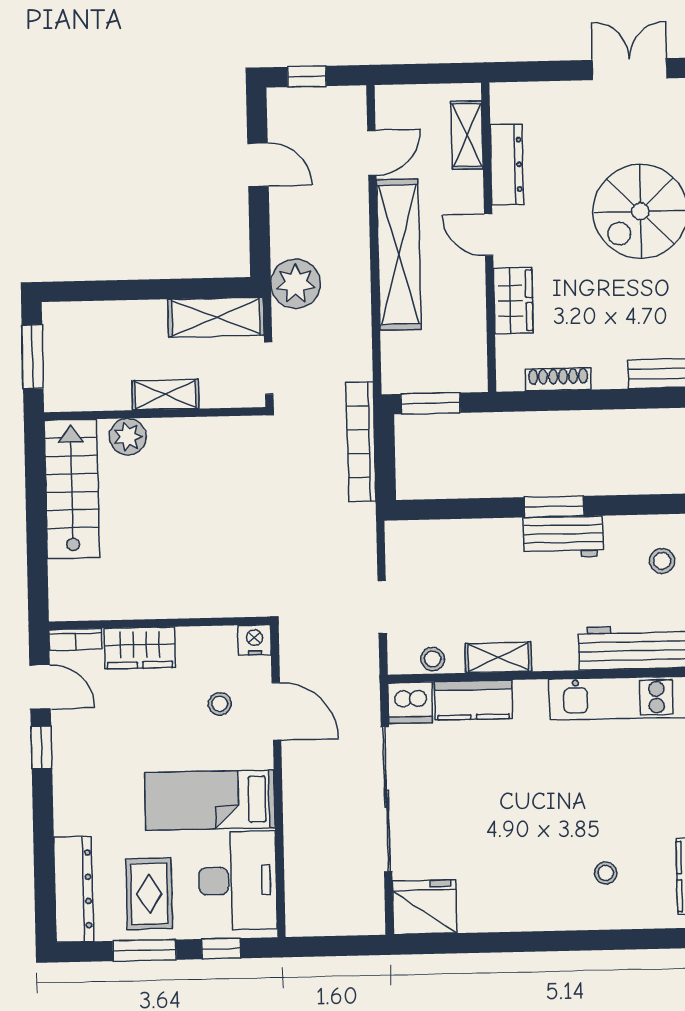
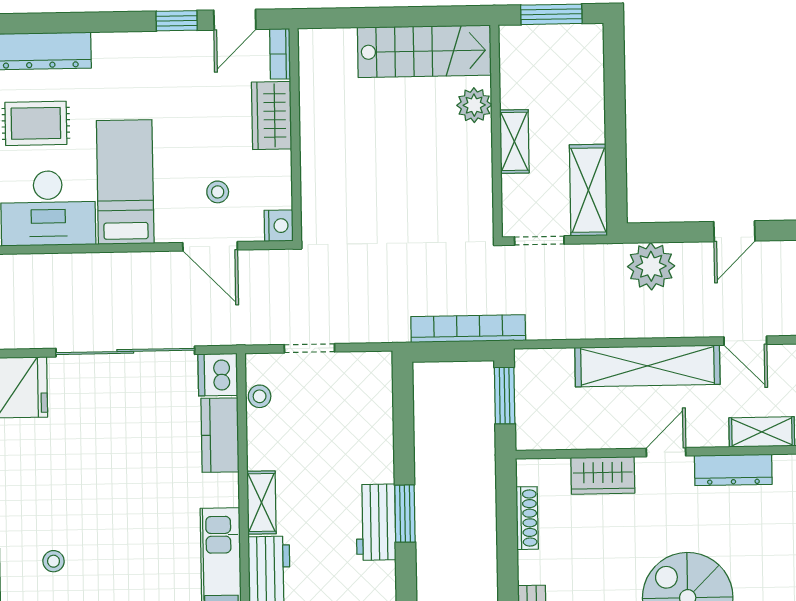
plant: (296, 284) -> (651, 266), moved
shelving: (498, 657) -> (261, 503), moved
door: (276, 711) -> (210, 246), hinge flipped

